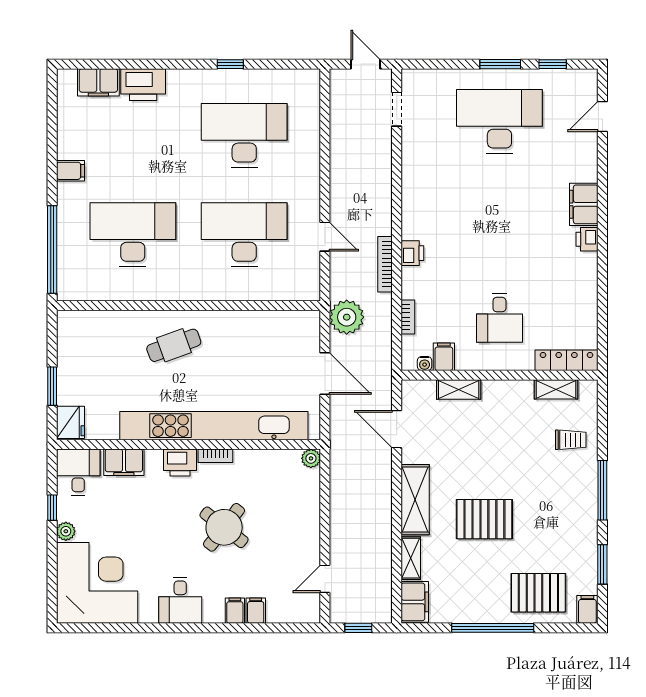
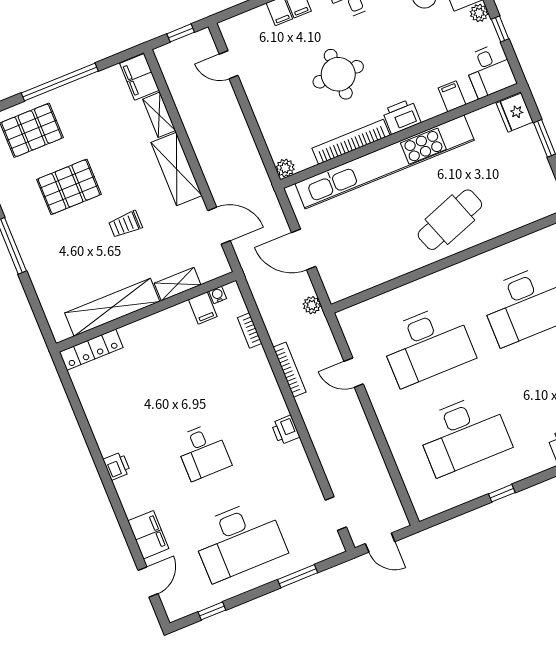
window: (500, 64) -> (298, 576), moved
filing cabinet: (584, 204) -> (148, 535), moved
printer: (412, 253) -> (285, 430), moved
plant: (347, 317) -> (312, 305), width x0.53, depth x0.53
desk: (499, 318) -> (203, 452), moved, turned 180
cafe table: (174, 345) -> (450, 220), width x1.37, depth x1.35
shelving: (556, 389) -> (112, 307), width x2.20, depth x1.33
trolley: (571, 440) -> (125, 224), moved
bookcase: (215, 456) -> (351, 142), width x2.31, depth x1.31
filing cabinet: (124, 462) -> (452, 96), width x0.50
pallet: (484, 519) -> (69, 187), moved
round table: (224, 527) -> (338, 74), turned -38
door: (325, 579) -> (229, 65), swing flipped

